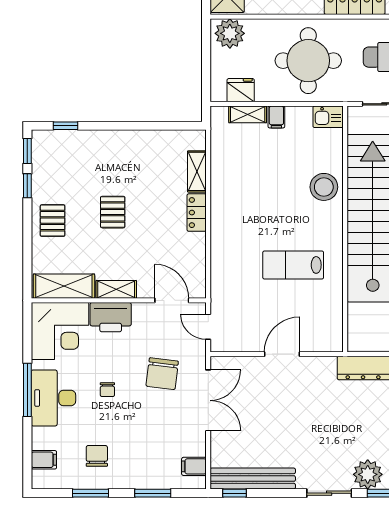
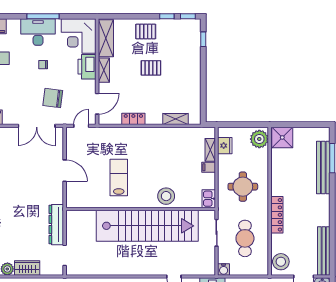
round table: (308, 61) -> (243, 187), width x0.73, depth x0.73
locker: (197, 213) -> (133, 119), moved

